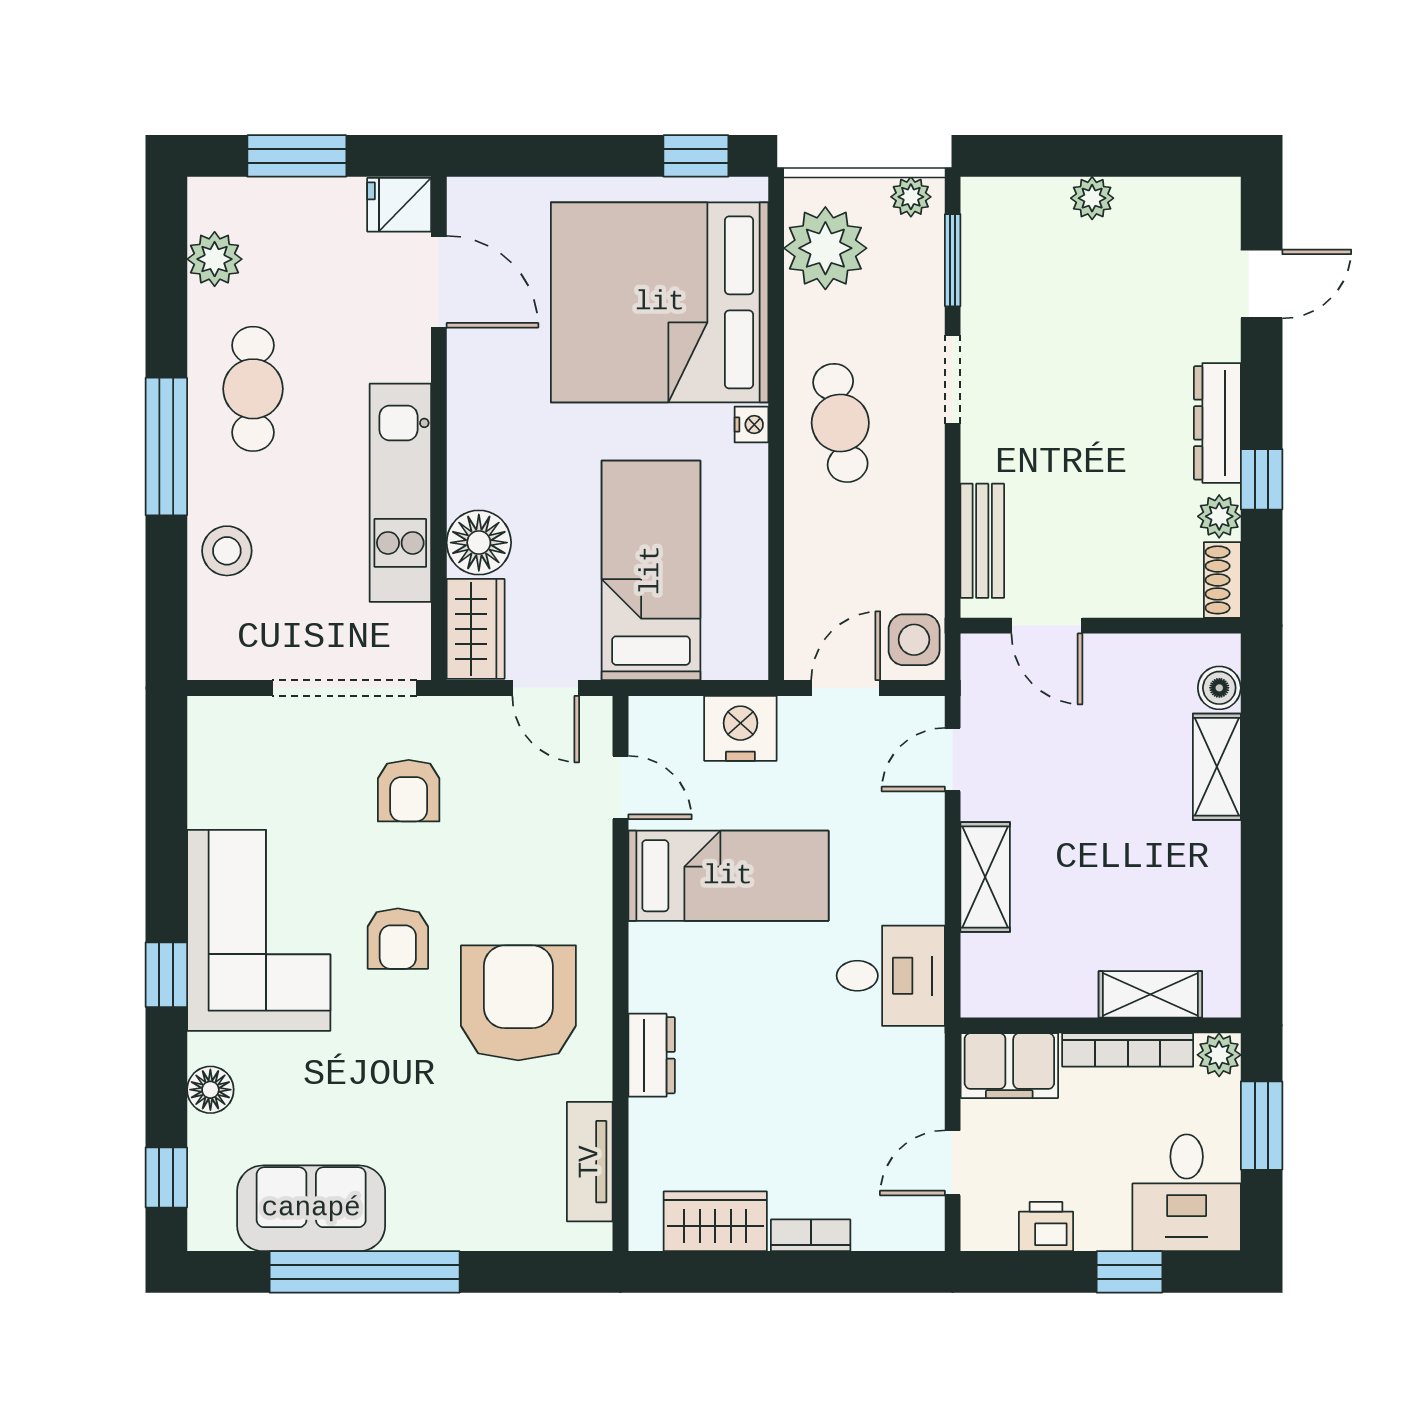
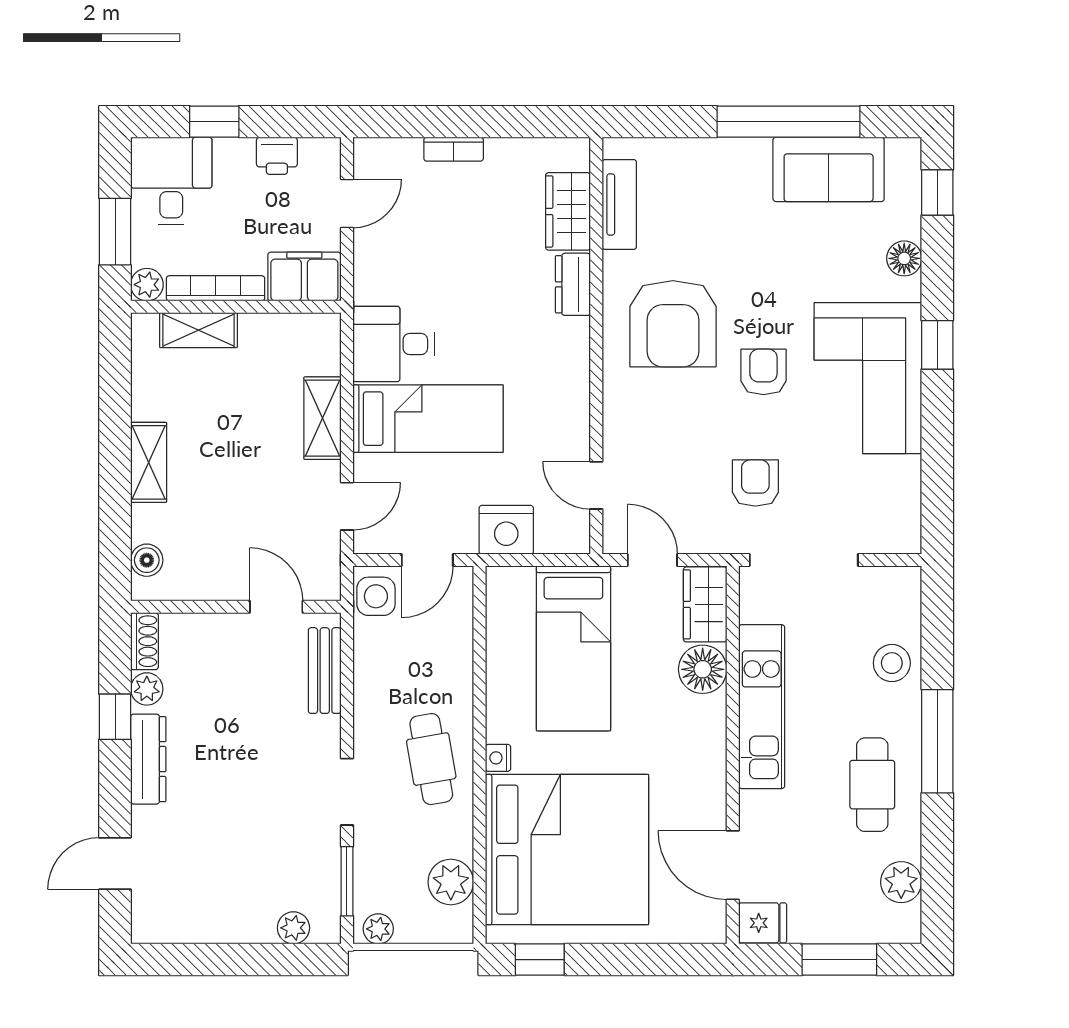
plant: (1092, 198) -> (293, 928), moved
plant: (825, 248) -> (451, 882), width x0.73, depth x0.73
shelving: (1217, 767) -> (149, 462), moved
bed: (728, 876) -> (428, 419), moved, turned 180
wardrobe: (715, 1221) -> (568, 211), moved, turned 90

